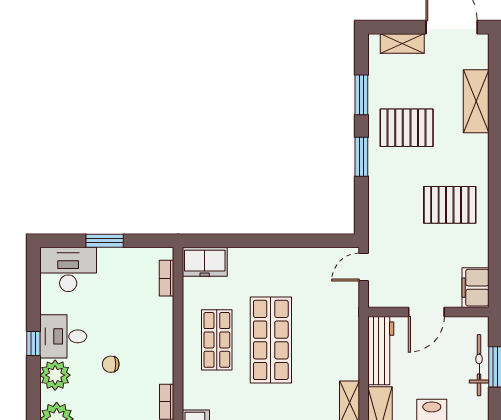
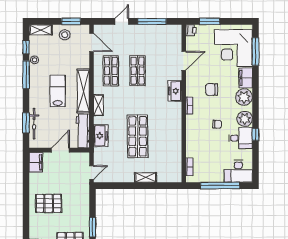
window: (105, 241) -> (220, 186), width x2.11
shelving: (255, 257) -> (145, 177), added
freezer: (205, 262) -> (101, 136), moved, turned 90
shop shelf: (217, 340) -> (164, 136), removed

